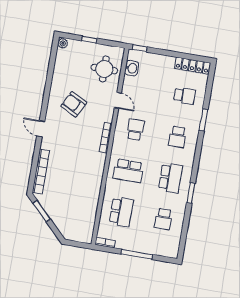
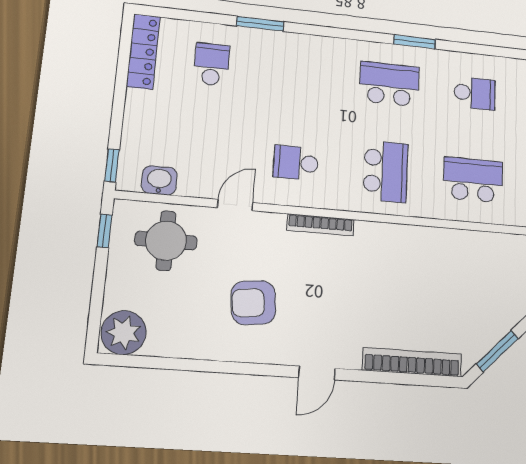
window: (89, 40) -> (105, 231), moved
plant: (63, 43) -> (124, 333), width x1.87, depth x1.87
armchair: (74, 104) -> (253, 303), turned 57
school desk: (177, 137) -> (302, 74), removed

